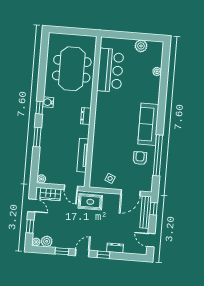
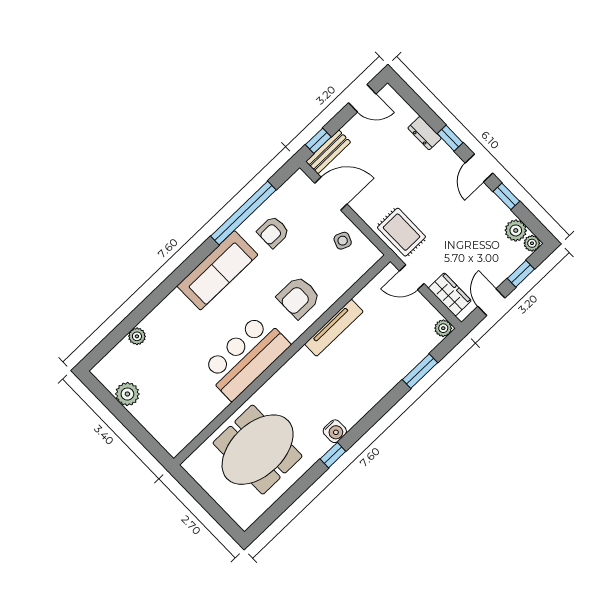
bar counter: (110, 70) -> (246, 357), moved
window: (40, 108) -> (333, 455), moved
dresser: (86, 116) -> (298, 363), removed
window: (37, 137) -> (420, 371), moved
armchair: (108, 142) -> (299, 297), added
tv unit: (83, 155) -> (334, 328), moved
door: (71, 188) -> (412, 277), swing flipped
bench: (146, 212) -> (328, 152), width x0.73
door: (151, 240) -> (362, 98), hinge flipped
door: (82, 253) -> (479, 168), hinge flipped

